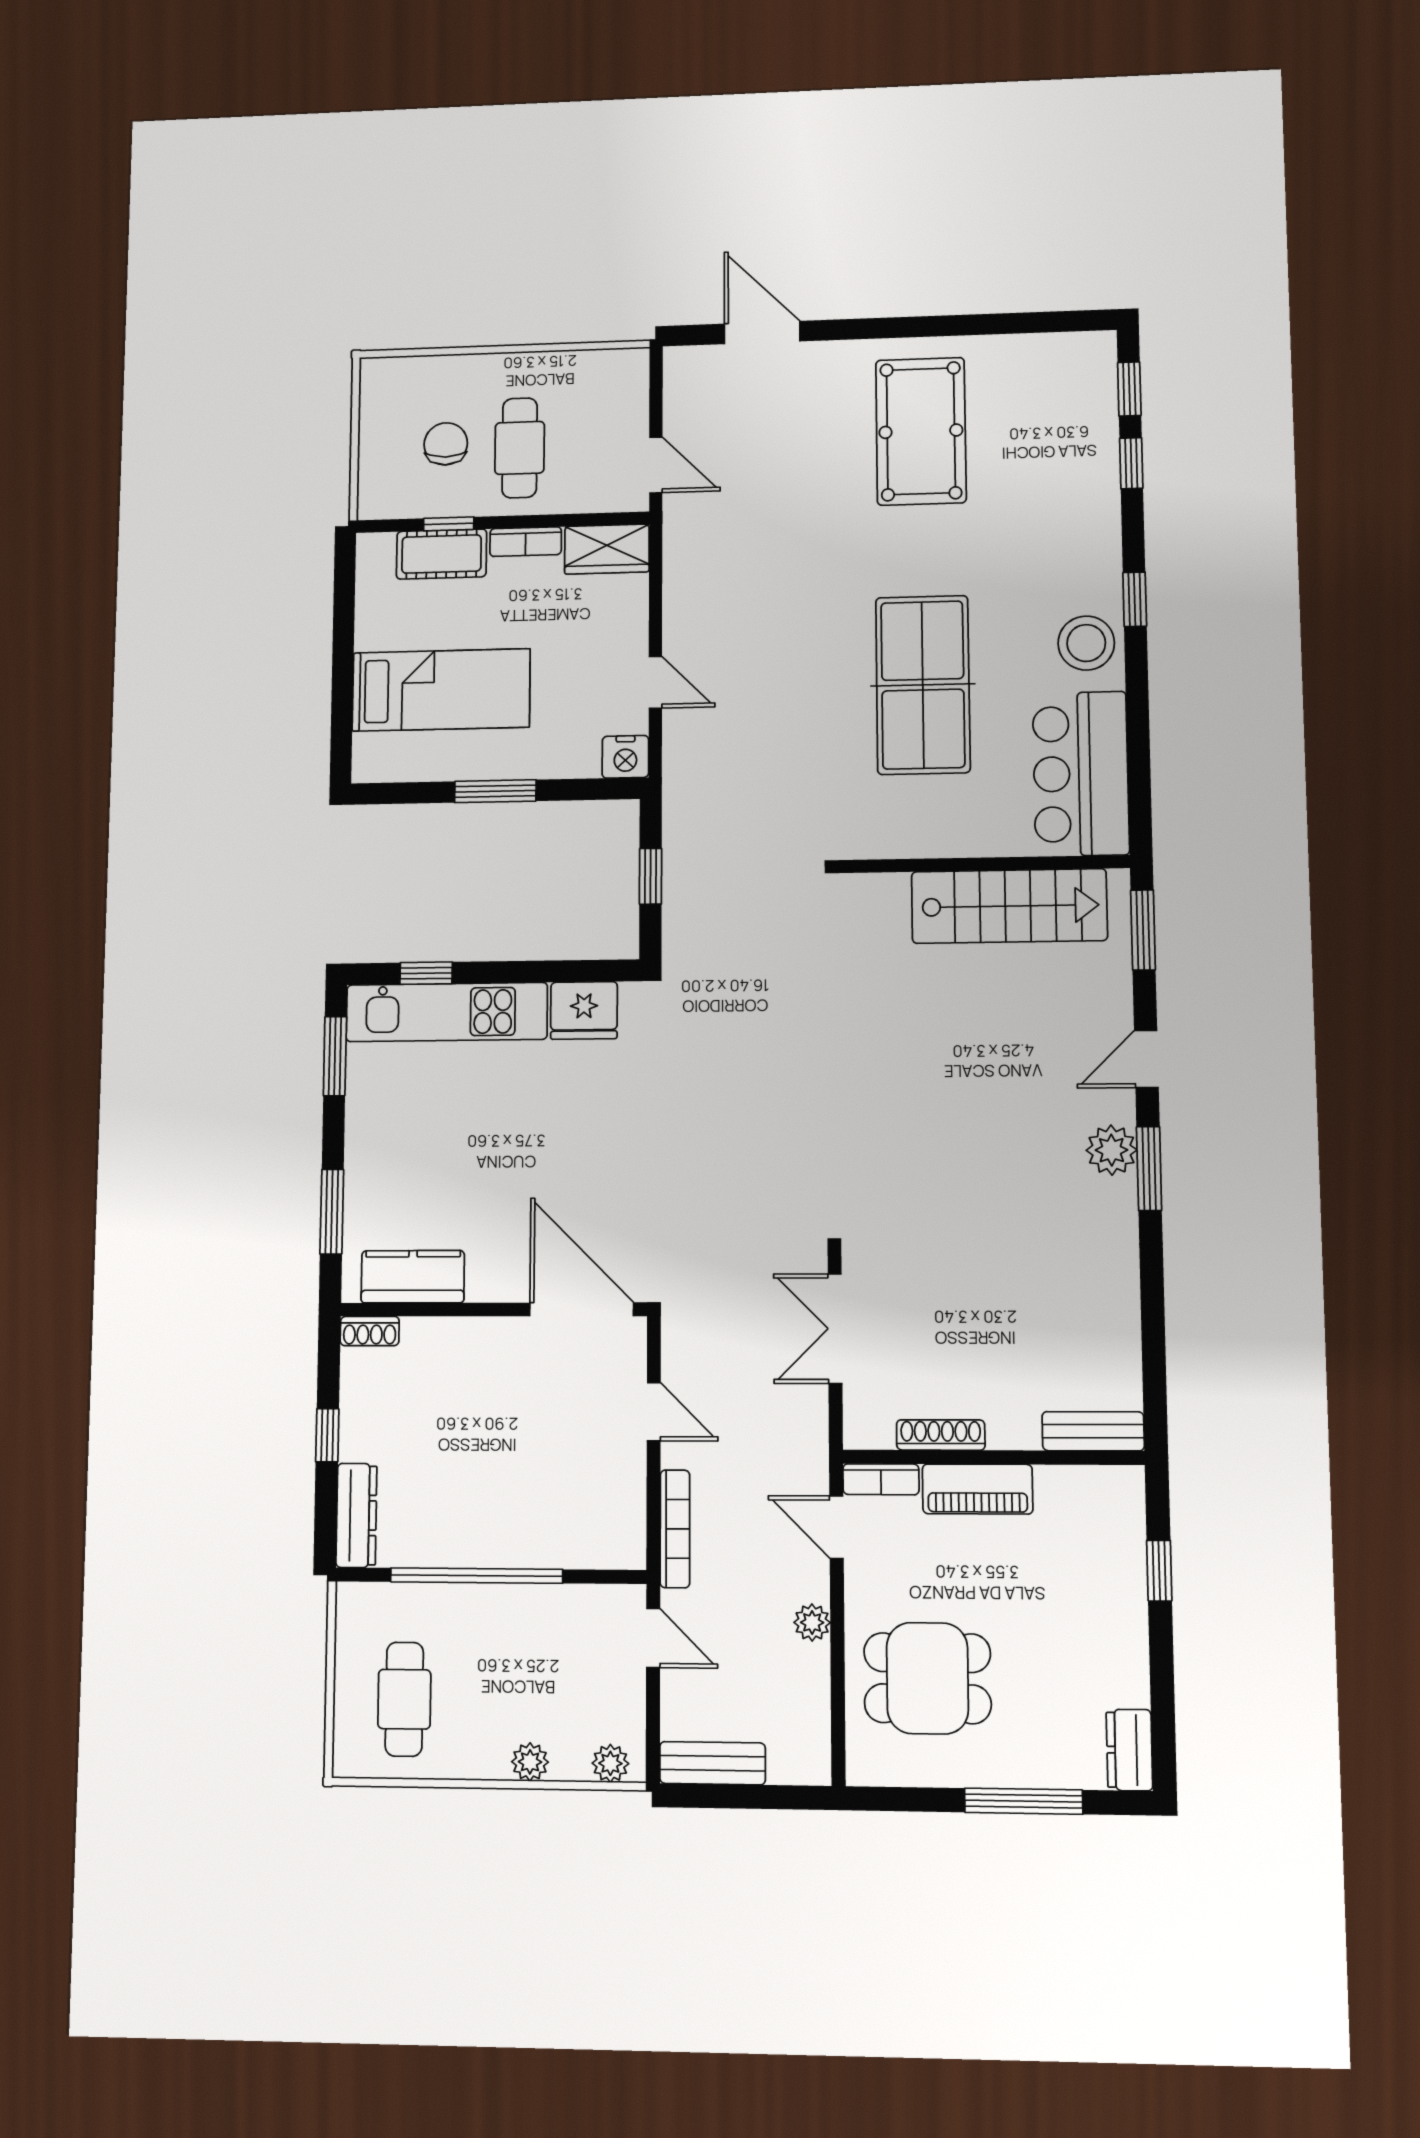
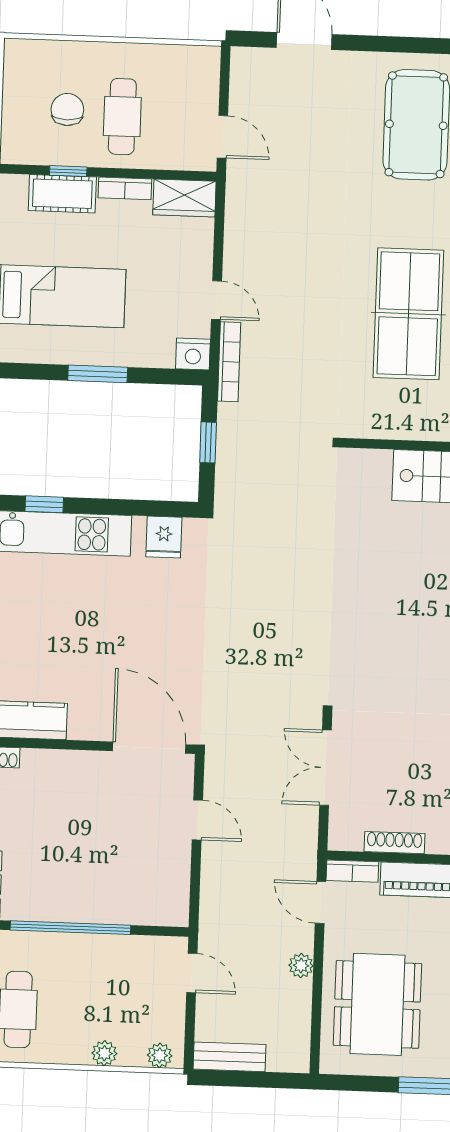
fridge: (584, 1010) -> (164, 537), width x0.72
bookcase: (675, 1529) -> (229, 362), moved
dining table: (927, 1678) -> (377, 1004), width x1.38

